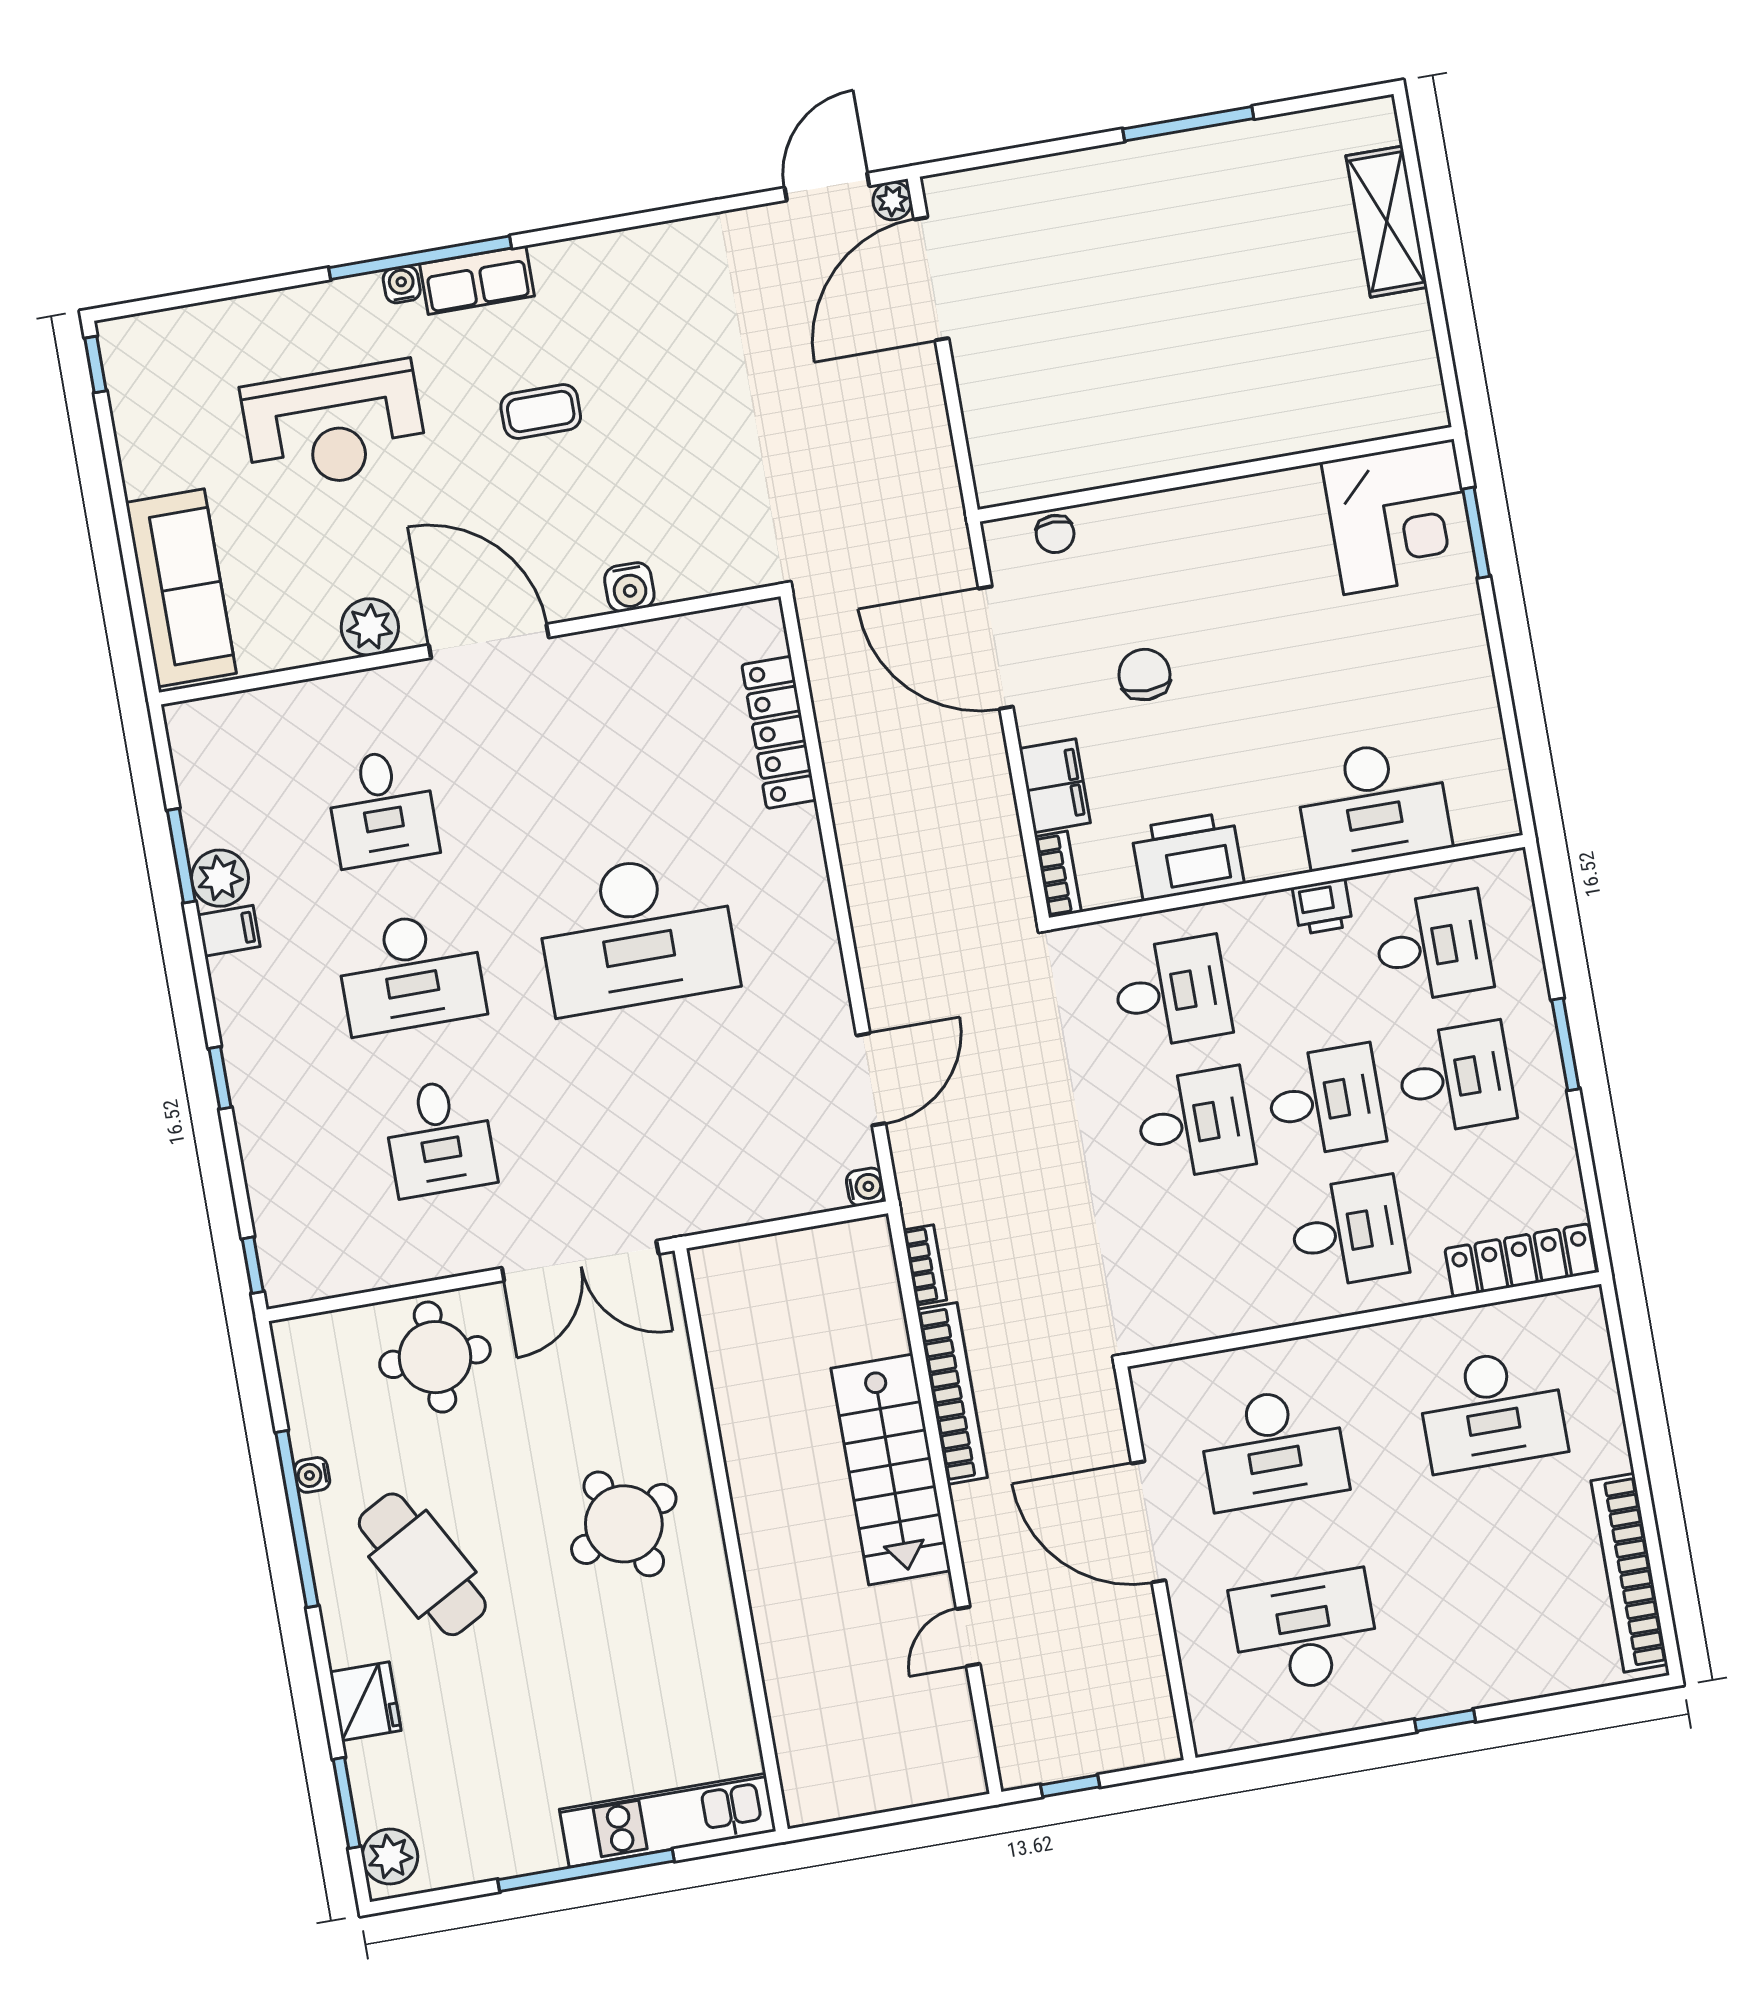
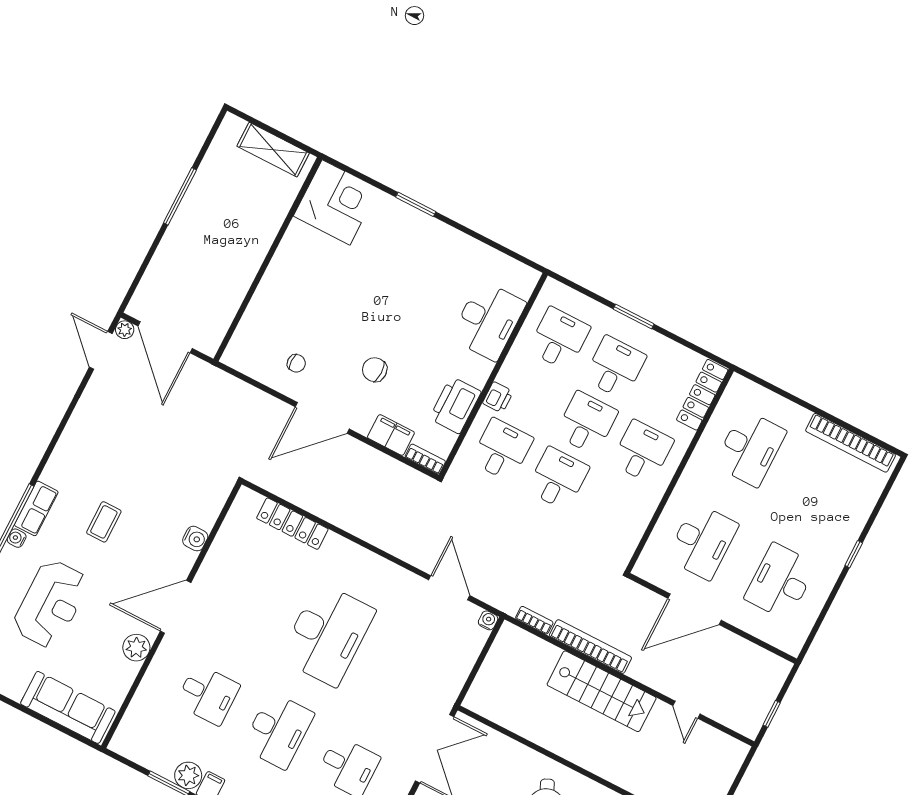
wall: (1216, 474) -> (268, 259), moved
corner desk: (1399, 517) -> (336, 202), moved
printer: (1322, 907) -> (498, 397), moved

